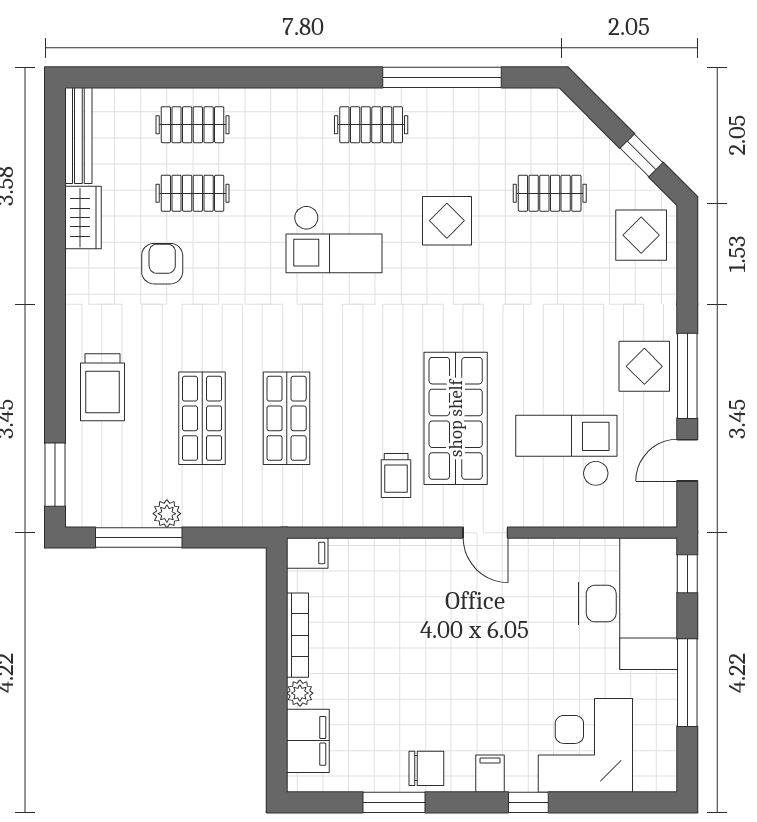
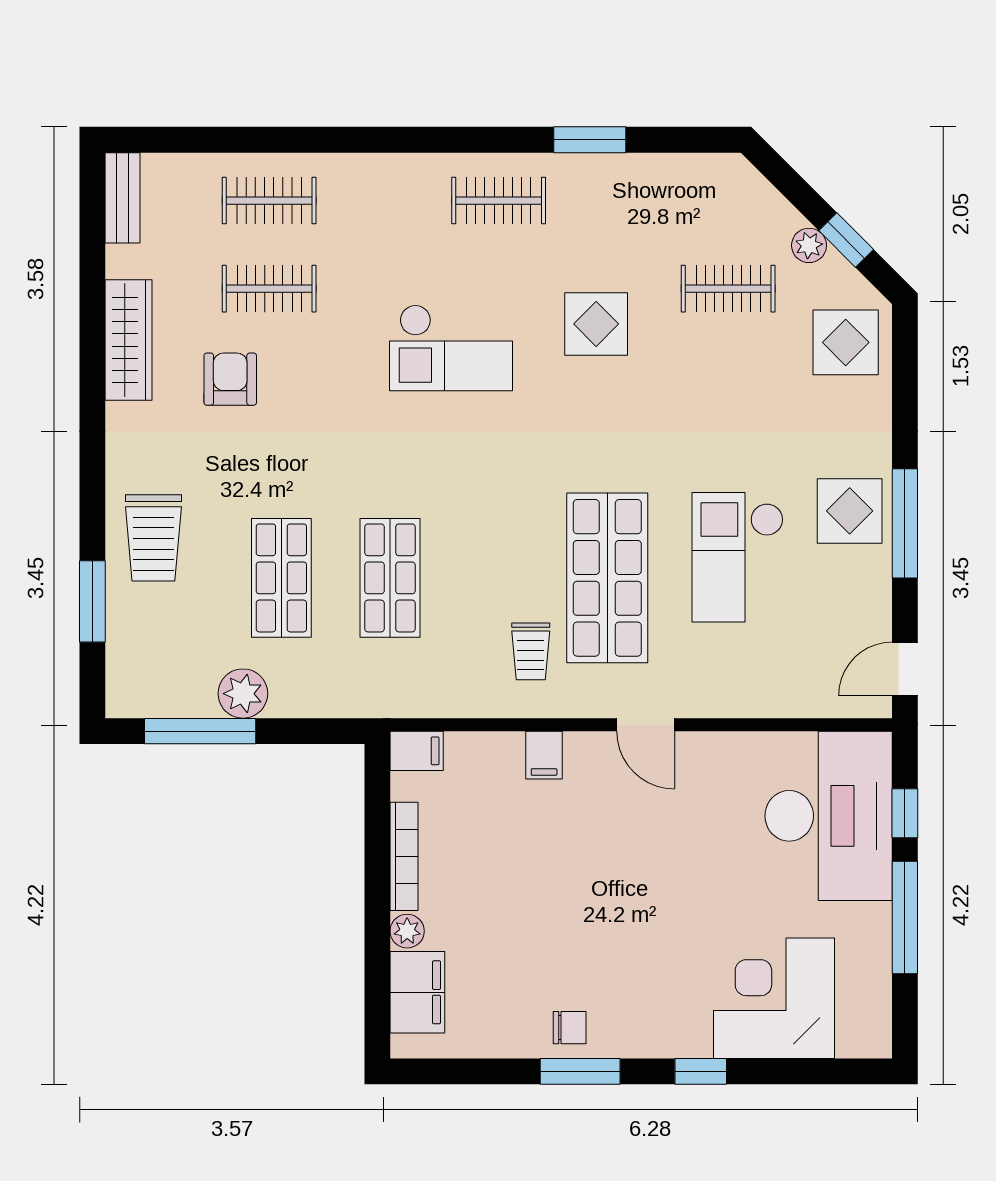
window: (442, 77) -> (590, 140), width x0.47
bench: (78, 135) -> (122, 198), width x0.73
plant: (613, 160) -> (809, 245), added
wardrobe: (83, 218) -> (129, 340), width x1.50
checkout: (566, 451) -> (738, 557), moved, turned -90
door: (687, 460) -> (905, 669), moved
window: (55, 475) -> (92, 601), moved
plant: (167, 514) -> (243, 694), width x1.38, depth x1.38
window: (687, 574) -> (905, 813), moved
chair: (426, 768) -> (570, 1028), width x0.73, depth x0.73
filing cabinet: (490, 774) -> (544, 755), moved, turned 180
window: (394, 802) -> (580, 1071), moved

